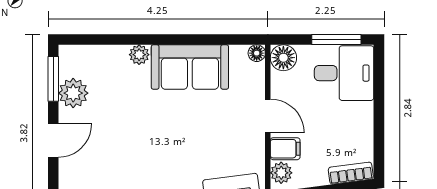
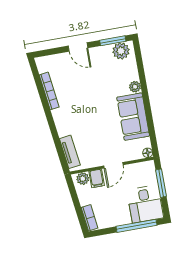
window: (336, 39) -> (161, 183), moved
floor lamp: (283, 58) -> (148, 168), removed
plant: (73, 93) -> (121, 51), moved
window: (379, 95) -> (136, 226), added

